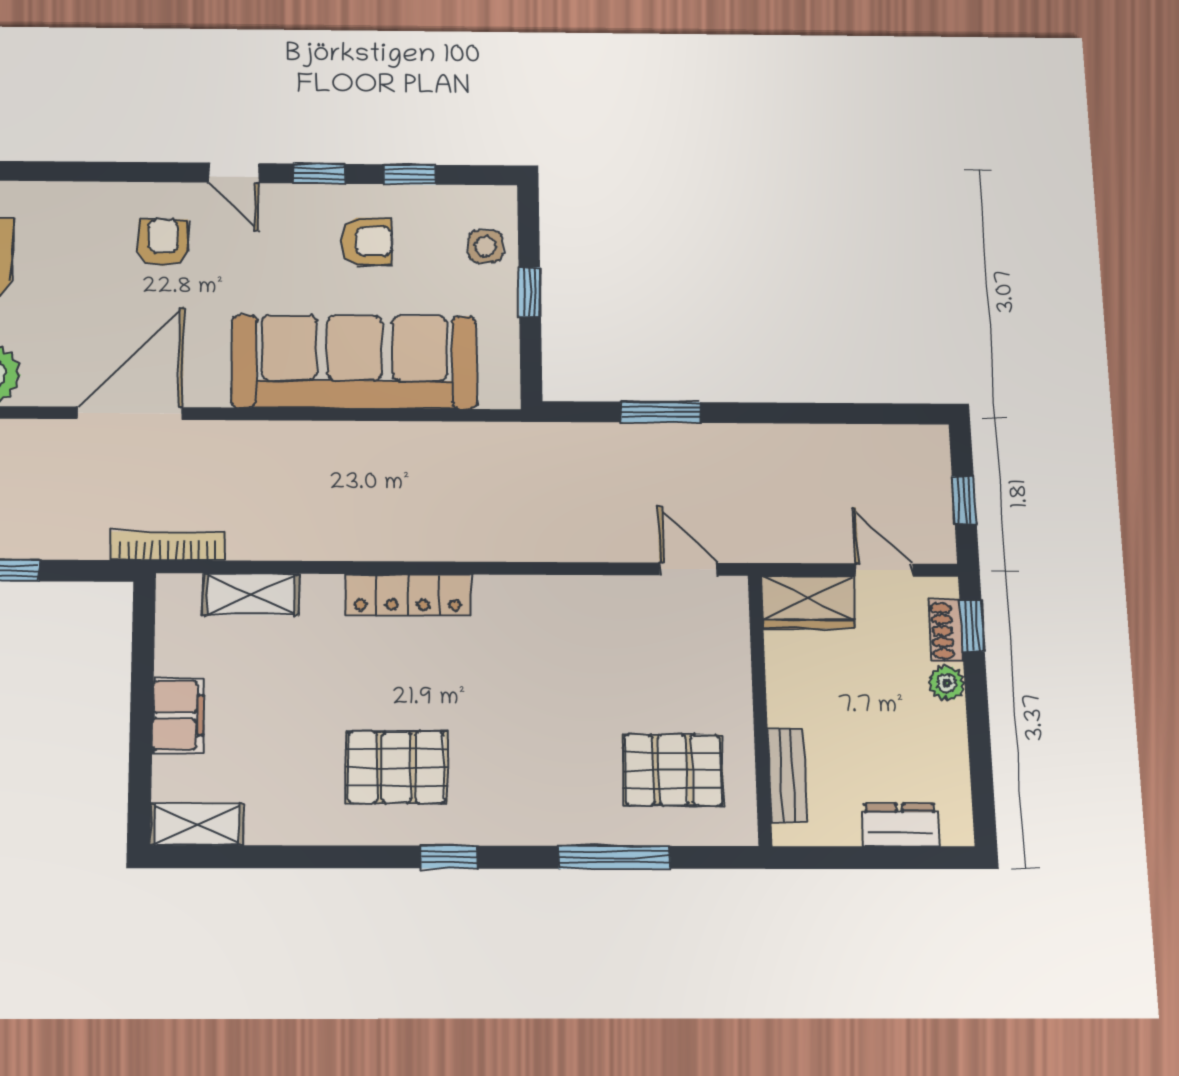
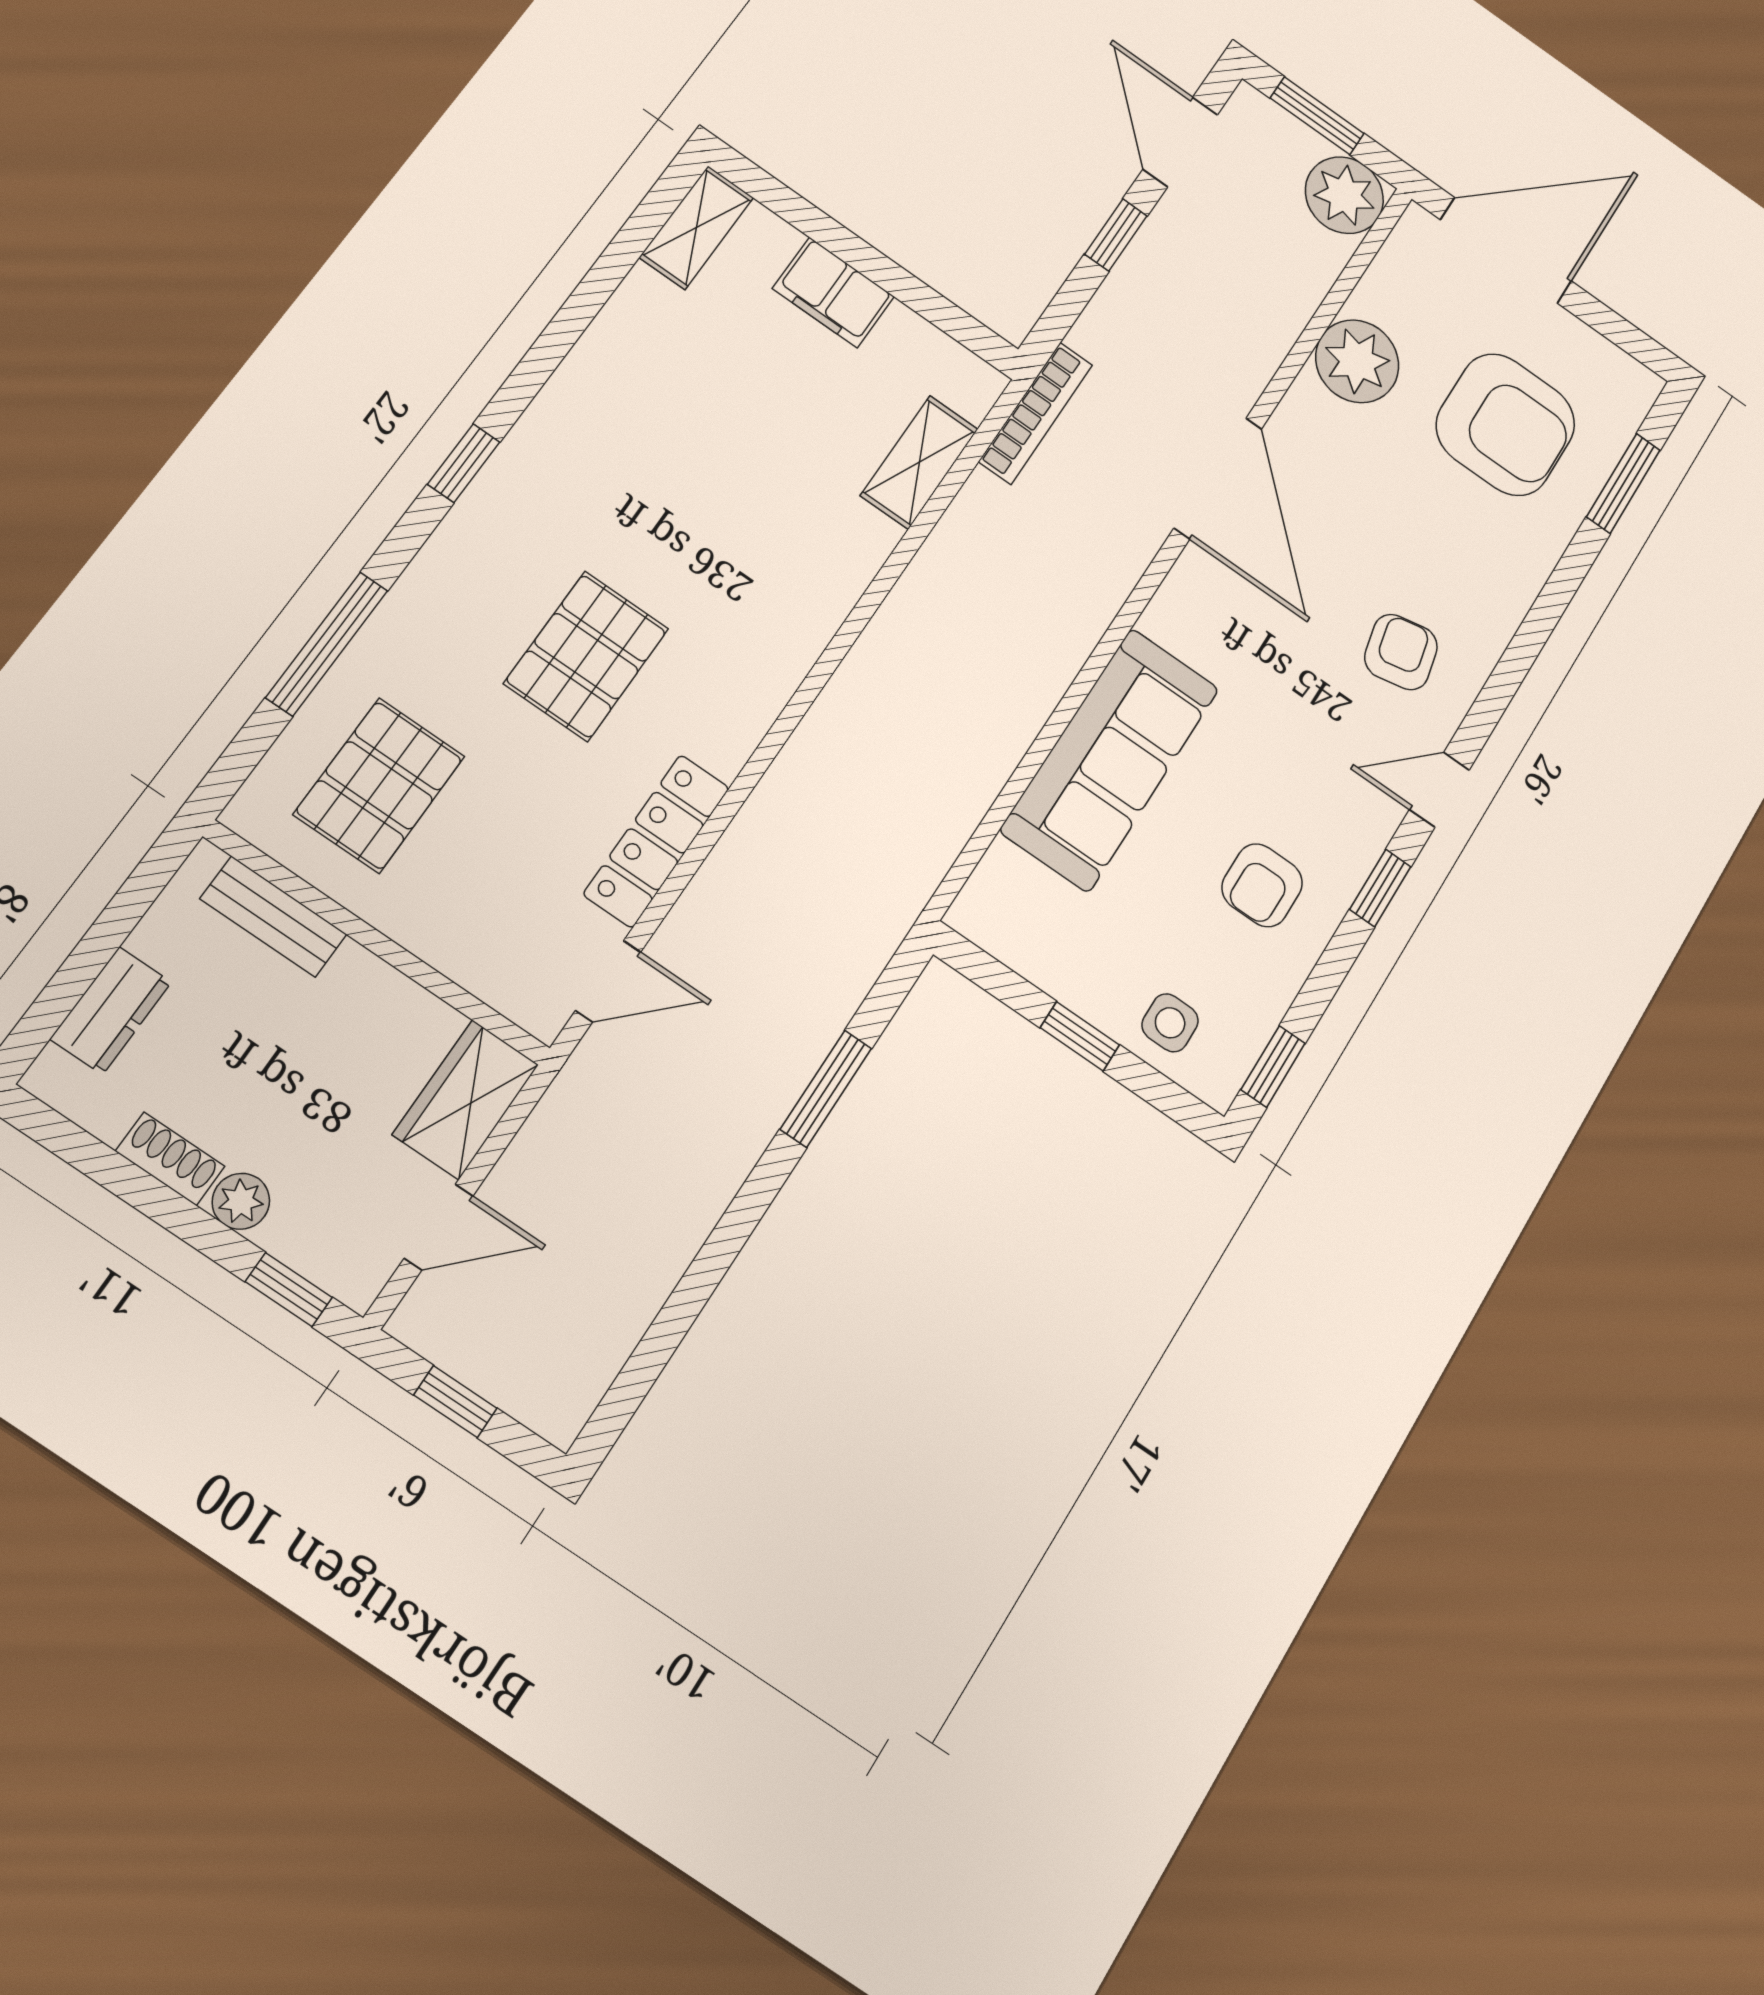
window: (410, 174) -> (1273, 1066), moved
armchair: (163, 242) -> (1401, 652), turned -102
sofa: (355, 362) -> (1110, 759), width x0.74, depth x0.79
locker: (408, 595) -> (657, 841), moved
shoe rack: (946, 631) -> (170, 1159), moved
pallet: (396, 767) -> (586, 656), moved

